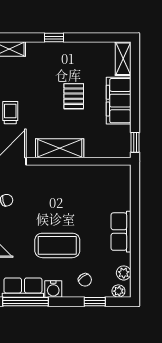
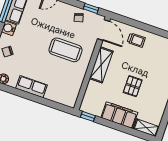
pallet: (74, 96) -> (133, 86), turned 90
coffee table: (57, 245) -> (65, 50), moved, turned 90

